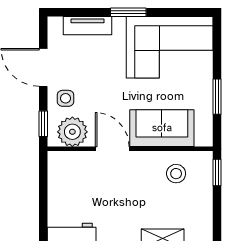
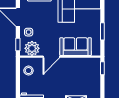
door: (112, 149) -> (51, 57), swing flipped
stool: (176, 174) -> (28, 71), moved

